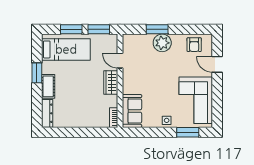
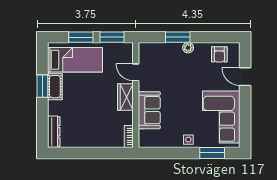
plant: (162, 43) -> (188, 48), width x0.53, depth x0.53
cot: (48, 86) -> (55, 87), moved
sofa: (132, 111) -> (149, 110), moved

